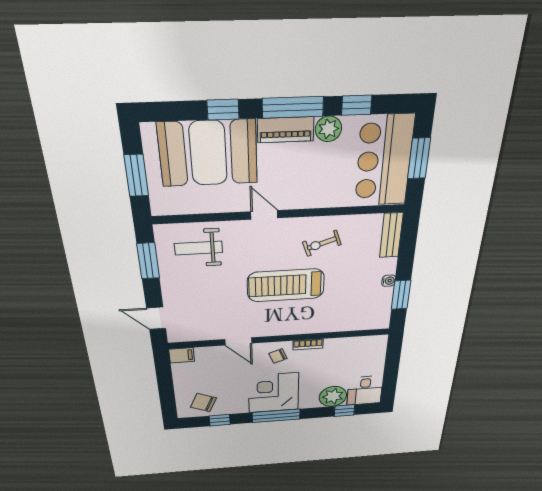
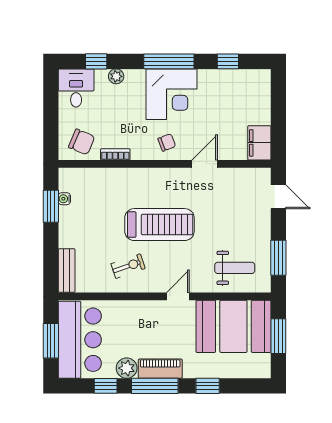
booth: (208, 153) -> (233, 326), moved
door: (264, 215) -> (178, 296), swing flipped
water cooler: (389, 281) -> (64, 199), moved
door: (238, 341) -> (205, 164), hinge flipped
bookcase: (308, 344) -> (115, 154), moved
filing cabinet: (182, 355) -> (259, 143), width x2.00
plant: (333, 396) -> (116, 76), width x0.53, depth x0.53
chair: (203, 403) -> (82, 142), moved

